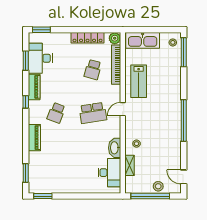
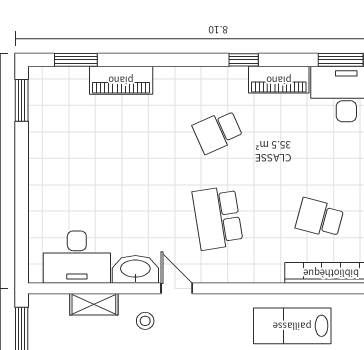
door: (123, 109) -> (177, 288), moved
school desk: (56, 113) -> (218, 132), turned -45
piano: (34, 138) -> (121, 80), moved

